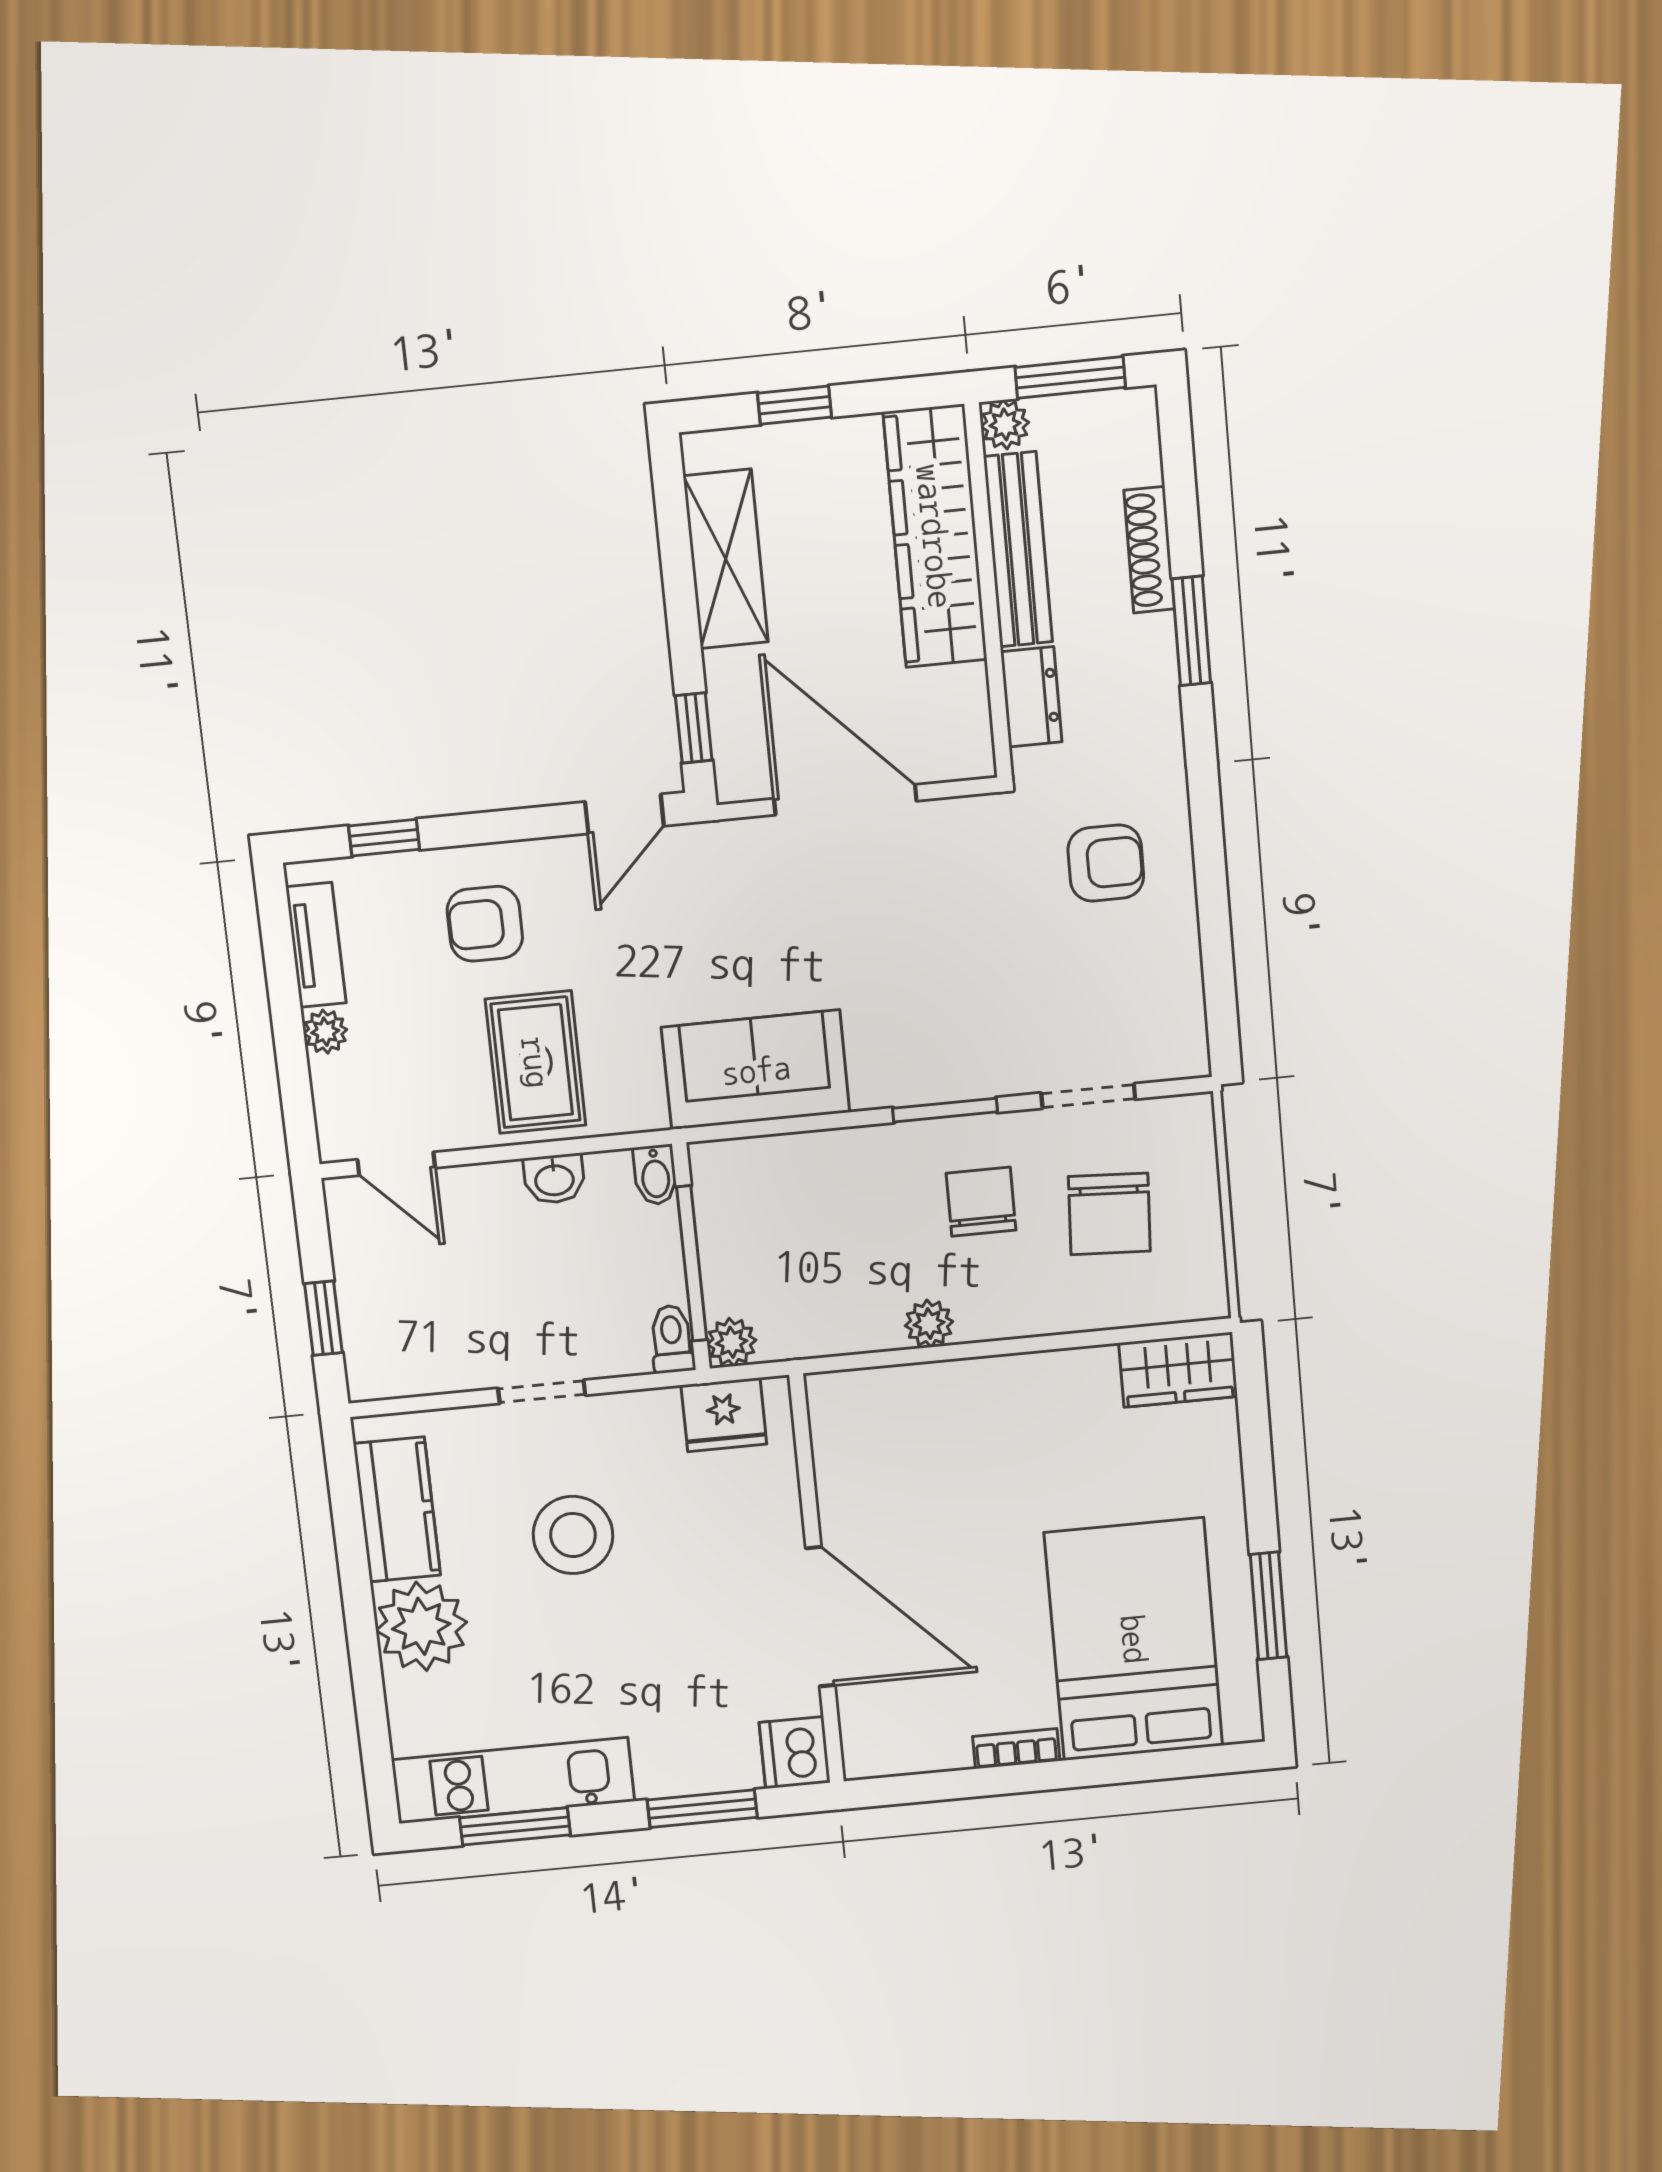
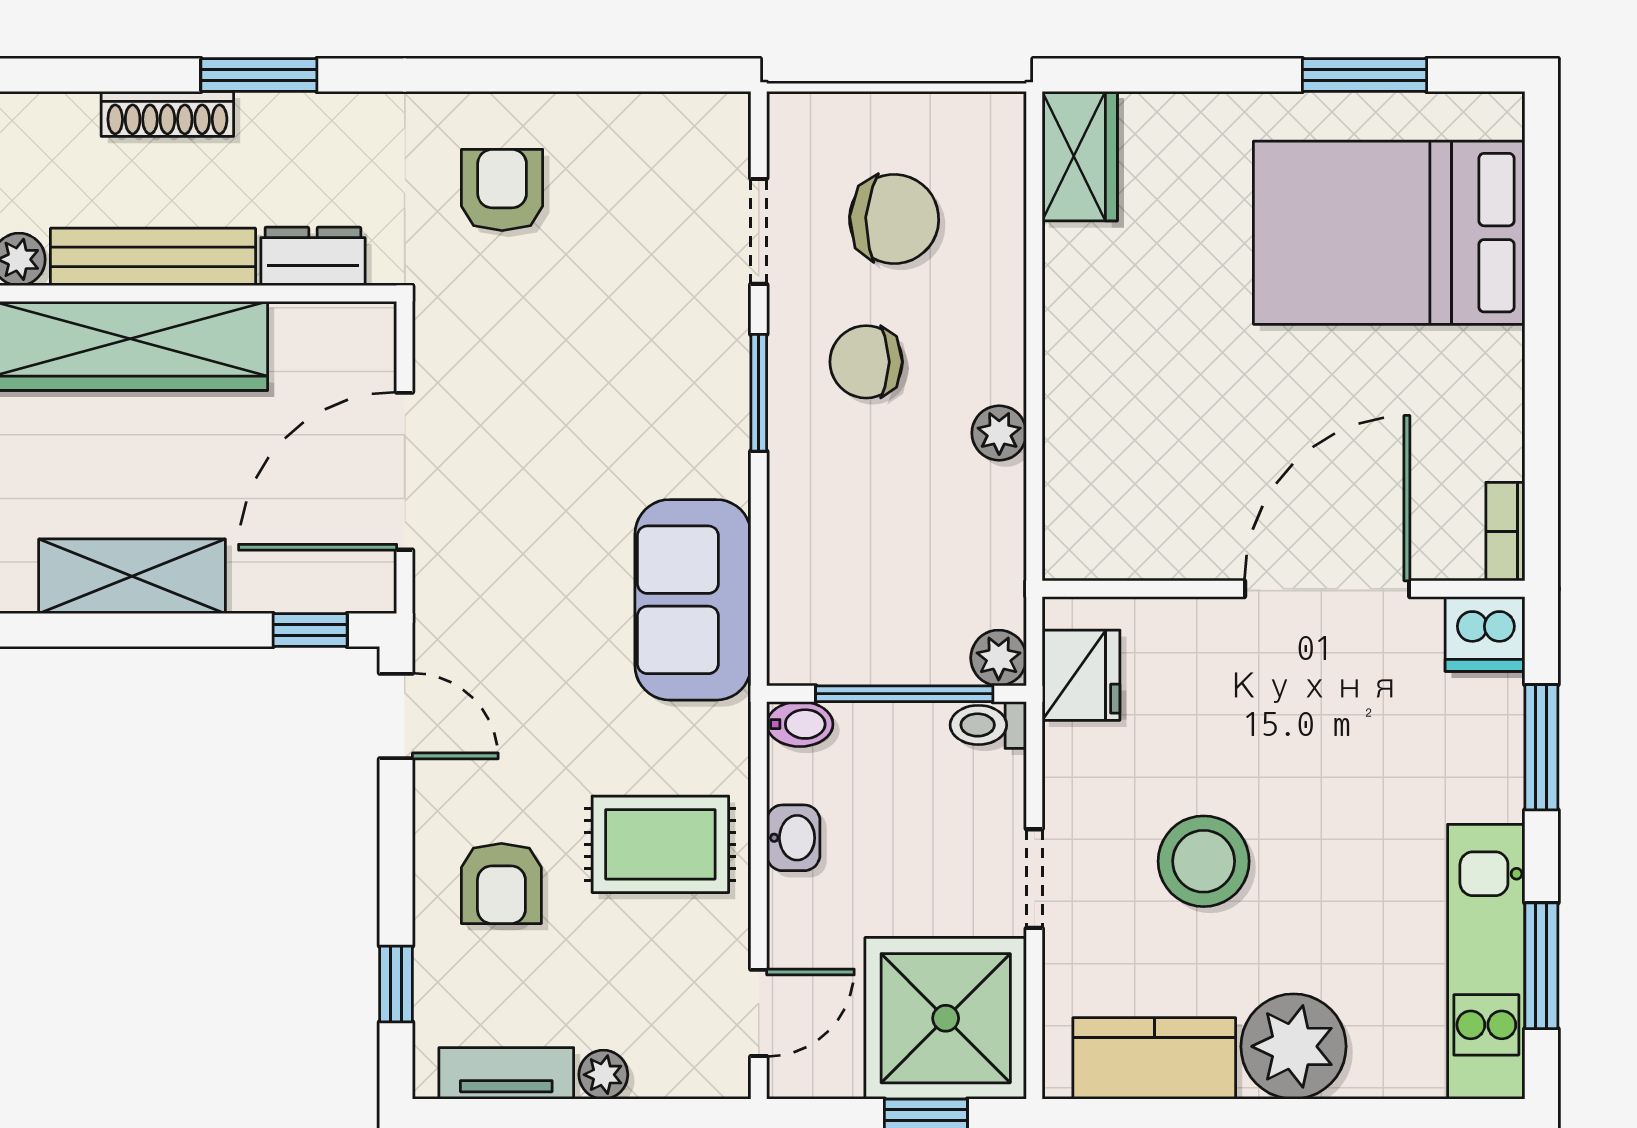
shower: (411, 1327) -> (946, 1018), added
bookcase: (1016, 1749) -> (1505, 531), moved

